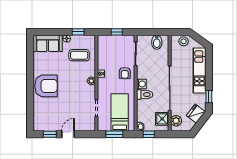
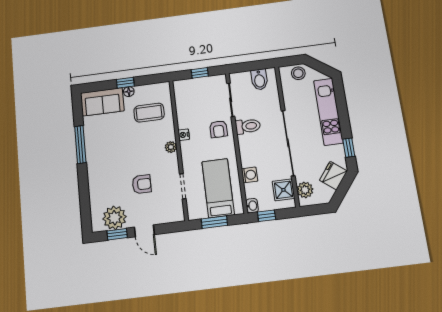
window: (78, 32) -> (125, 83), moved
window: (30, 71) -> (80, 145), added
washing machine: (141, 84) -> (250, 175), moved
armchair: (46, 86) -> (142, 184), moved, width x0.53, depth x0.53
toilet: (145, 95) -> (248, 126), moved
plant: (49, 123) -> (115, 218), added
door: (68, 134) -> (144, 231), swing flipped

